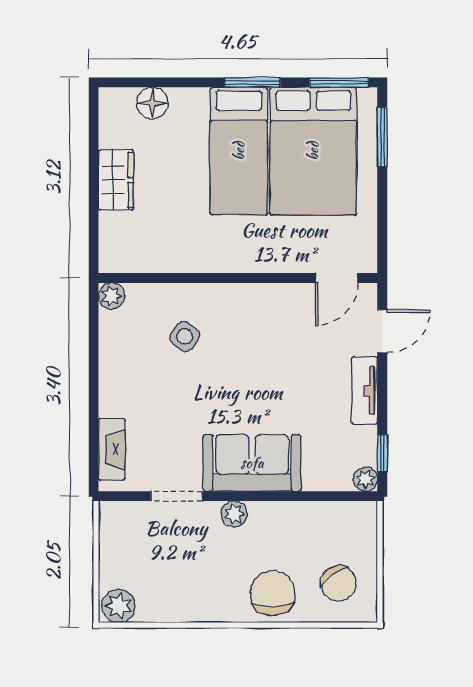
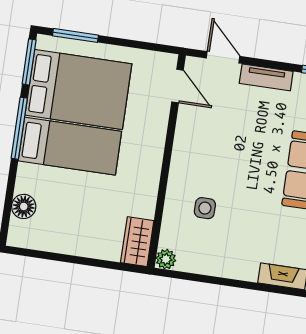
window: (252, 82) -> (19, 128), width x1.44
wardrobe: (116, 180) -> (137, 242), moved, turned -90
side table: (185, 336) -> (205, 208), turned -36

